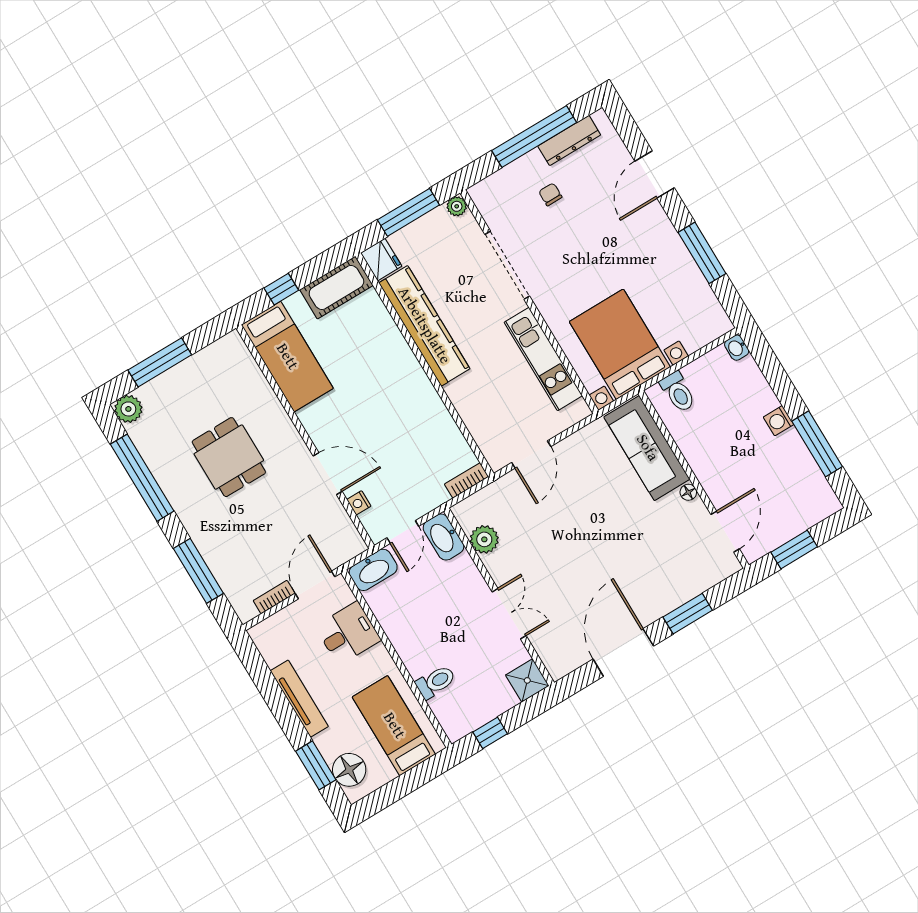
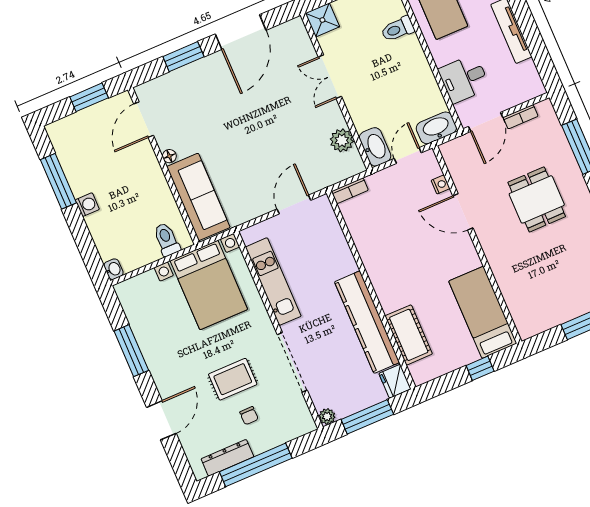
rug: (576, 235) -> (233, 379), added
cot: (336, 288) -> (409, 335), moved, turned 90
dining table: (229, 457) -> (537, 199), moved

